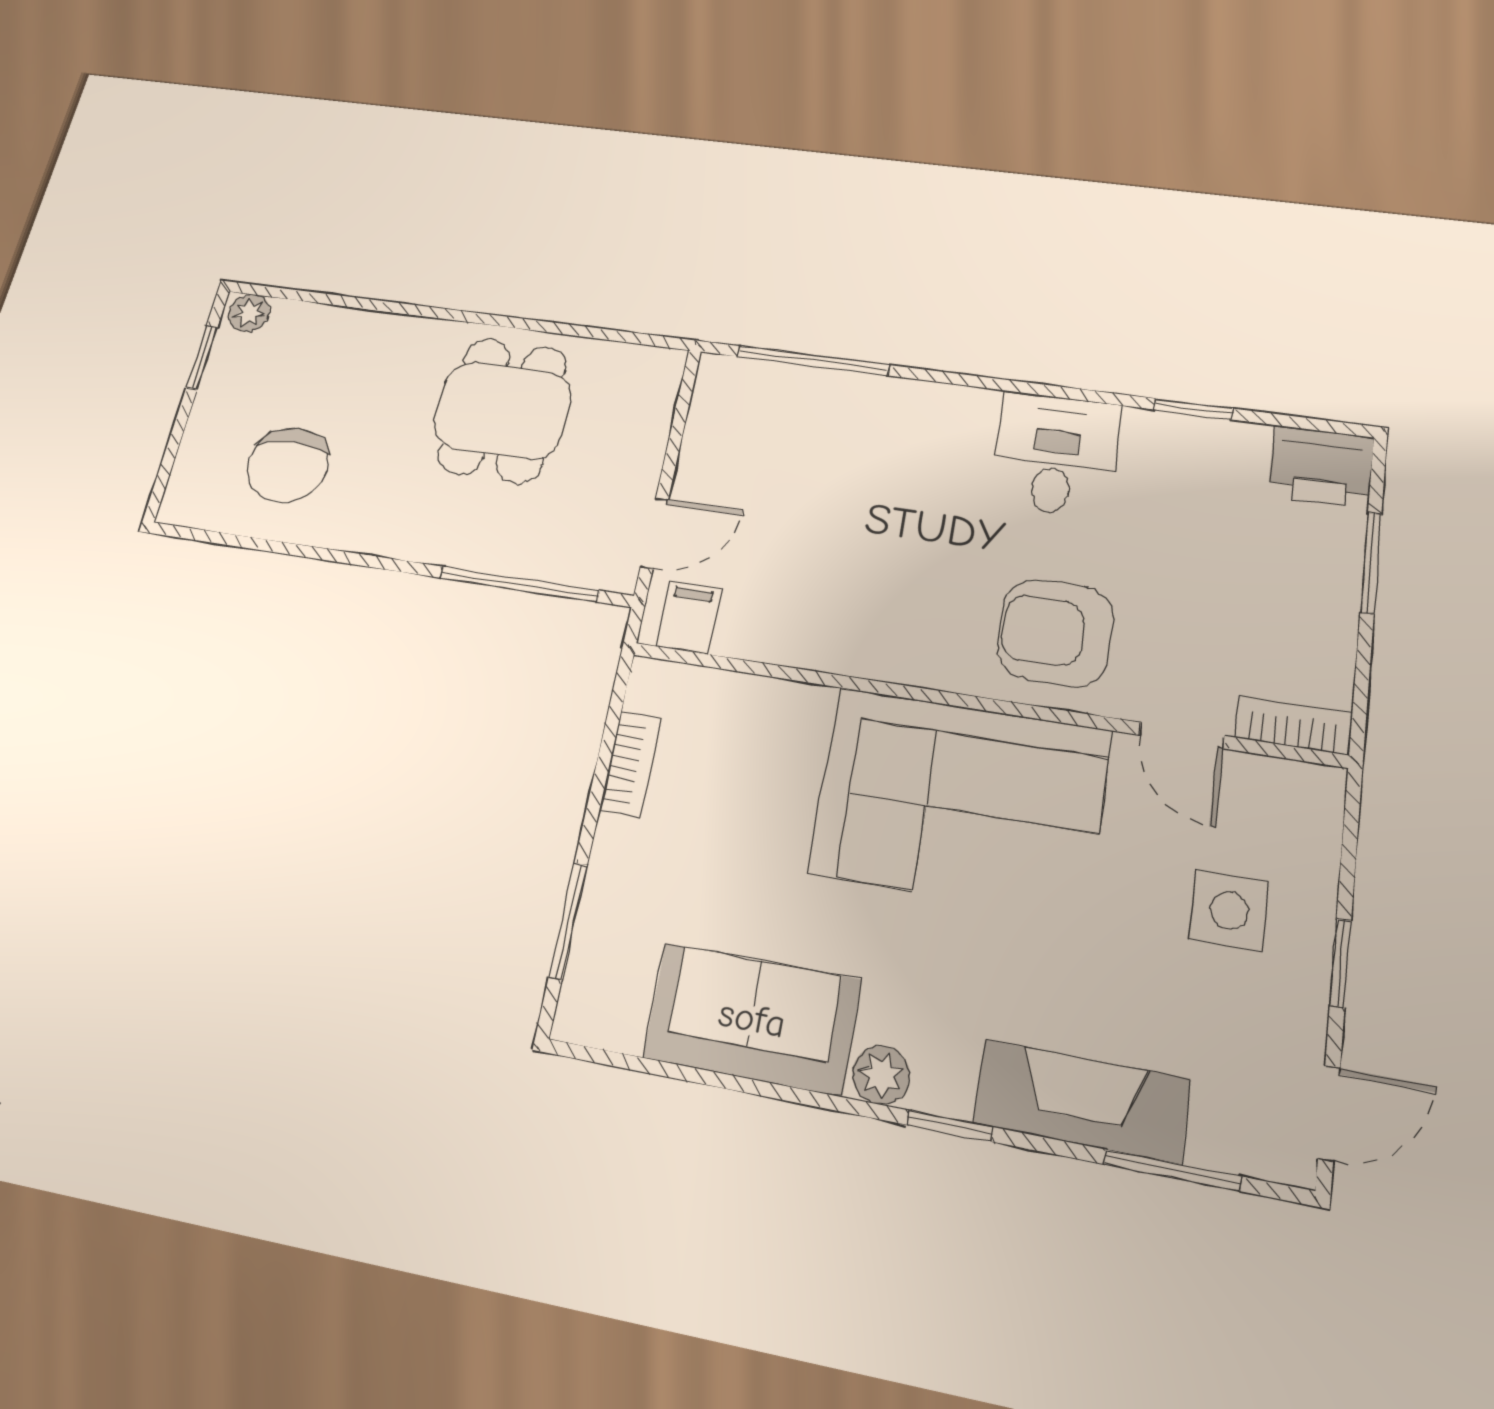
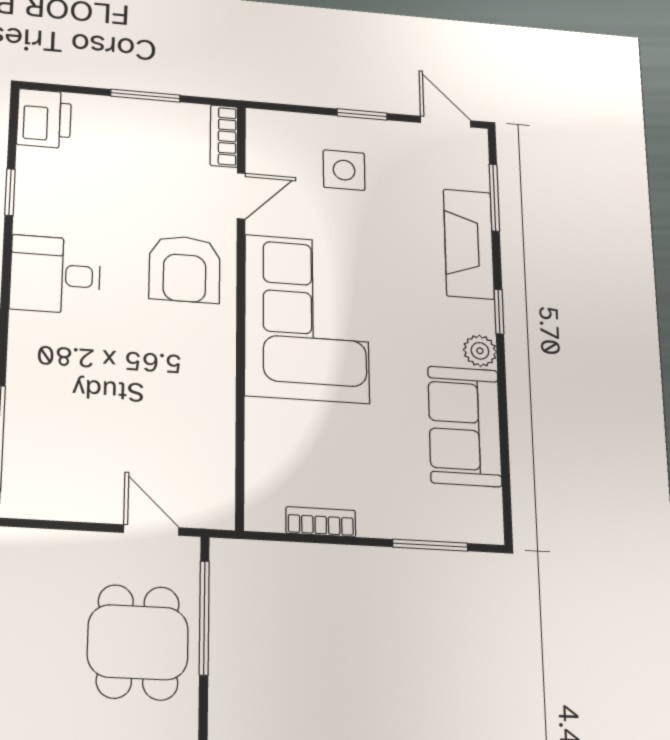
dining table: (503, 410) -> (138, 642), moved, turned 90
window: (1371, 563) -> (145, 96), moved
filing cabinet: (689, 617) -> (211, 498), removed

